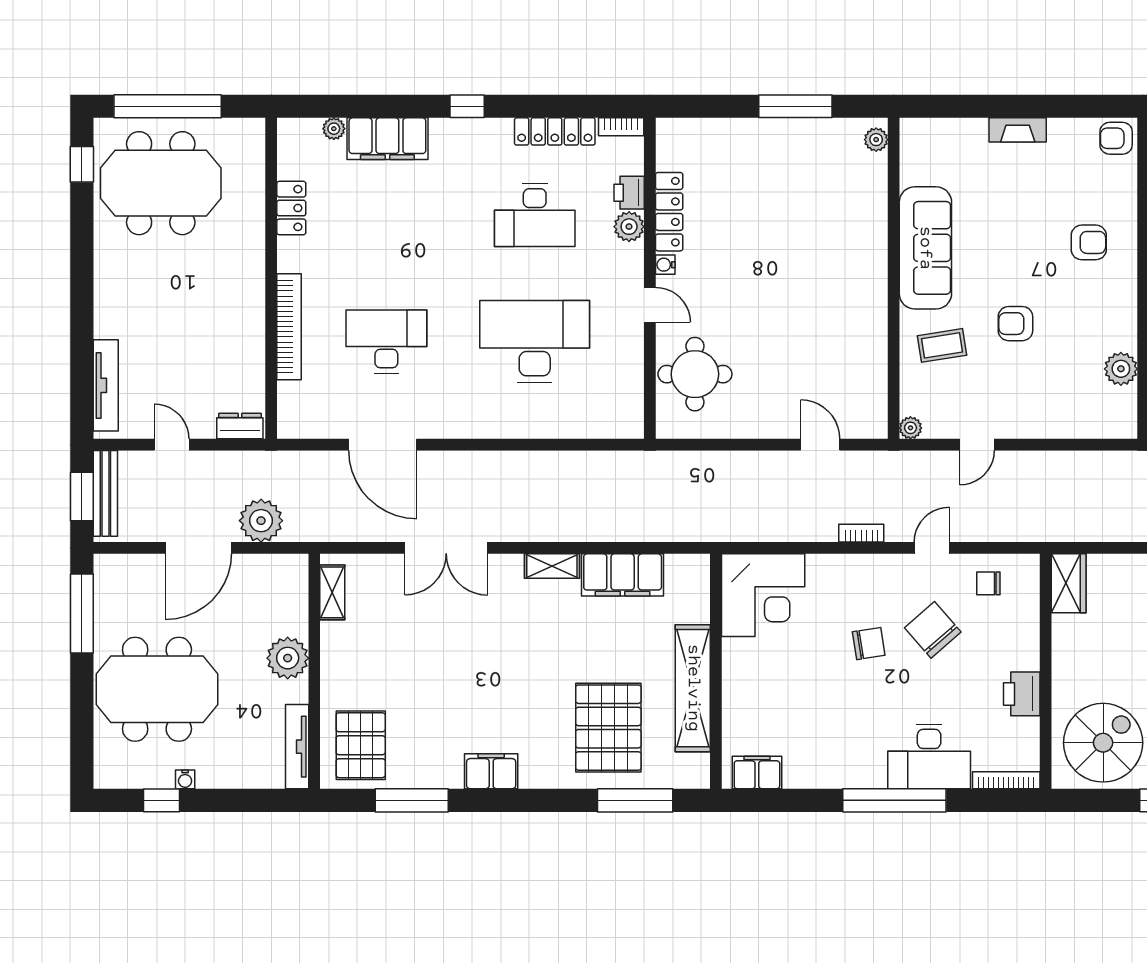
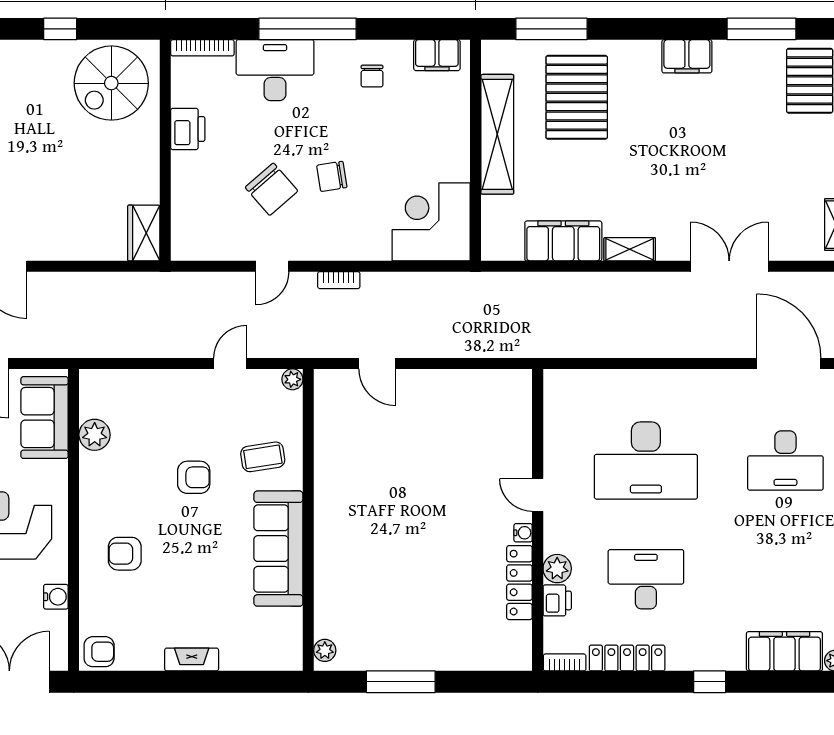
round table: (695, 374) -> (495, 430), removed
chair: (988, 583) -> (372, 76), moved, turned 90

